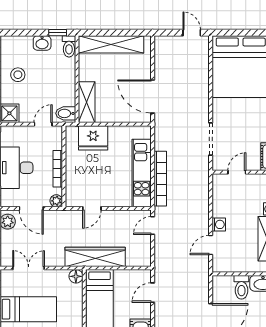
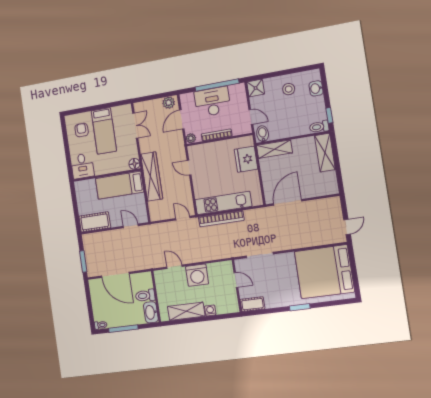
washbasin: (42, 43) -> (316, 88), moved
shelving: (111, 44) -> (325, 153), width x0.68
washing machine: (219, 224) -> (197, 275), width x1.89, depth x1.89

